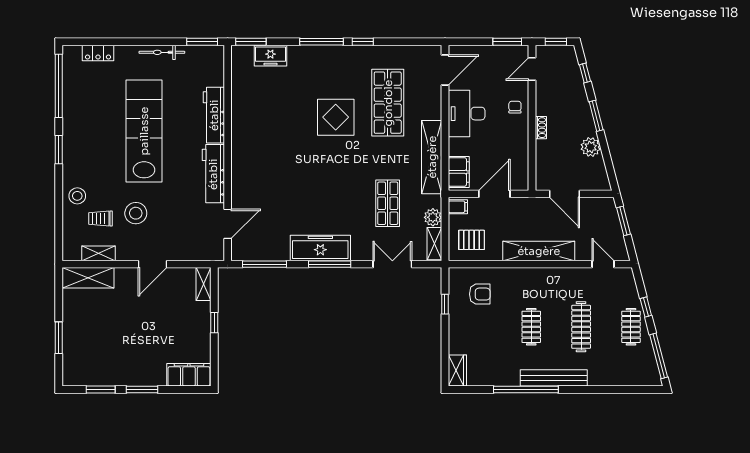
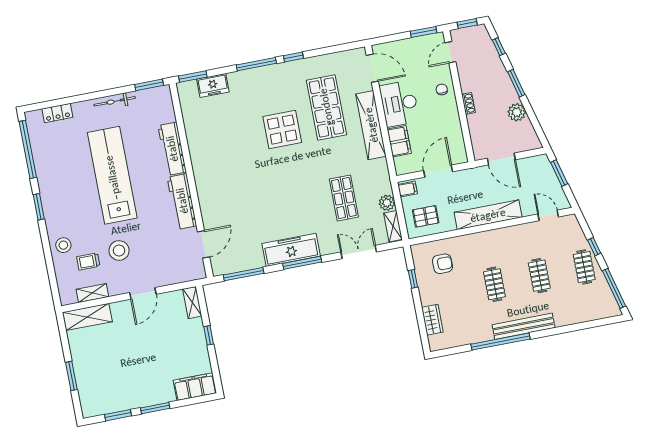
door: (445, 70) -> (372, 68), hinge flipped
shelving: (432, 157) -> (371, 125), moved
filing cabinet: (459, 172) -> (399, 141), moved
clothes rail: (581, 327) -> (539, 276), width x0.73
wardrobe: (457, 371) -> (432, 320), moved

